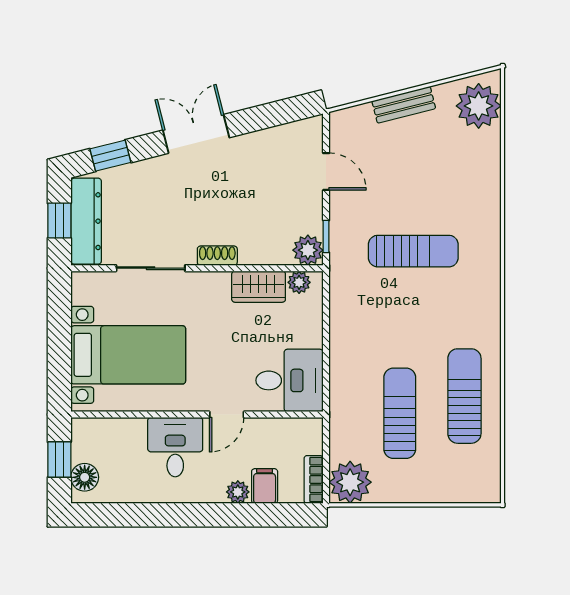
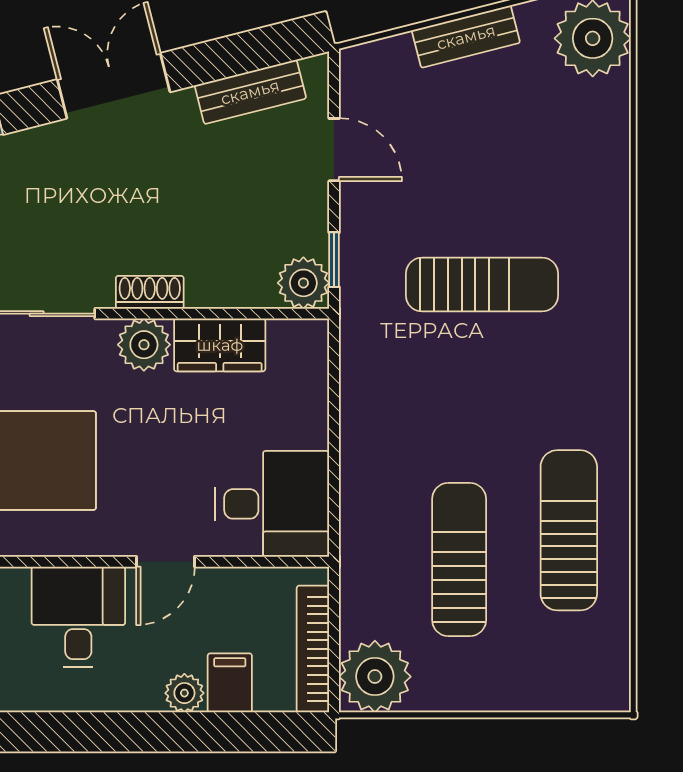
bench: (277, 137) -> (250, 92), added
plant: (299, 282) -> (144, 345), moved, width x1.38, depth x1.38
bookcase: (314, 480) -> (313, 649), width x1.56

